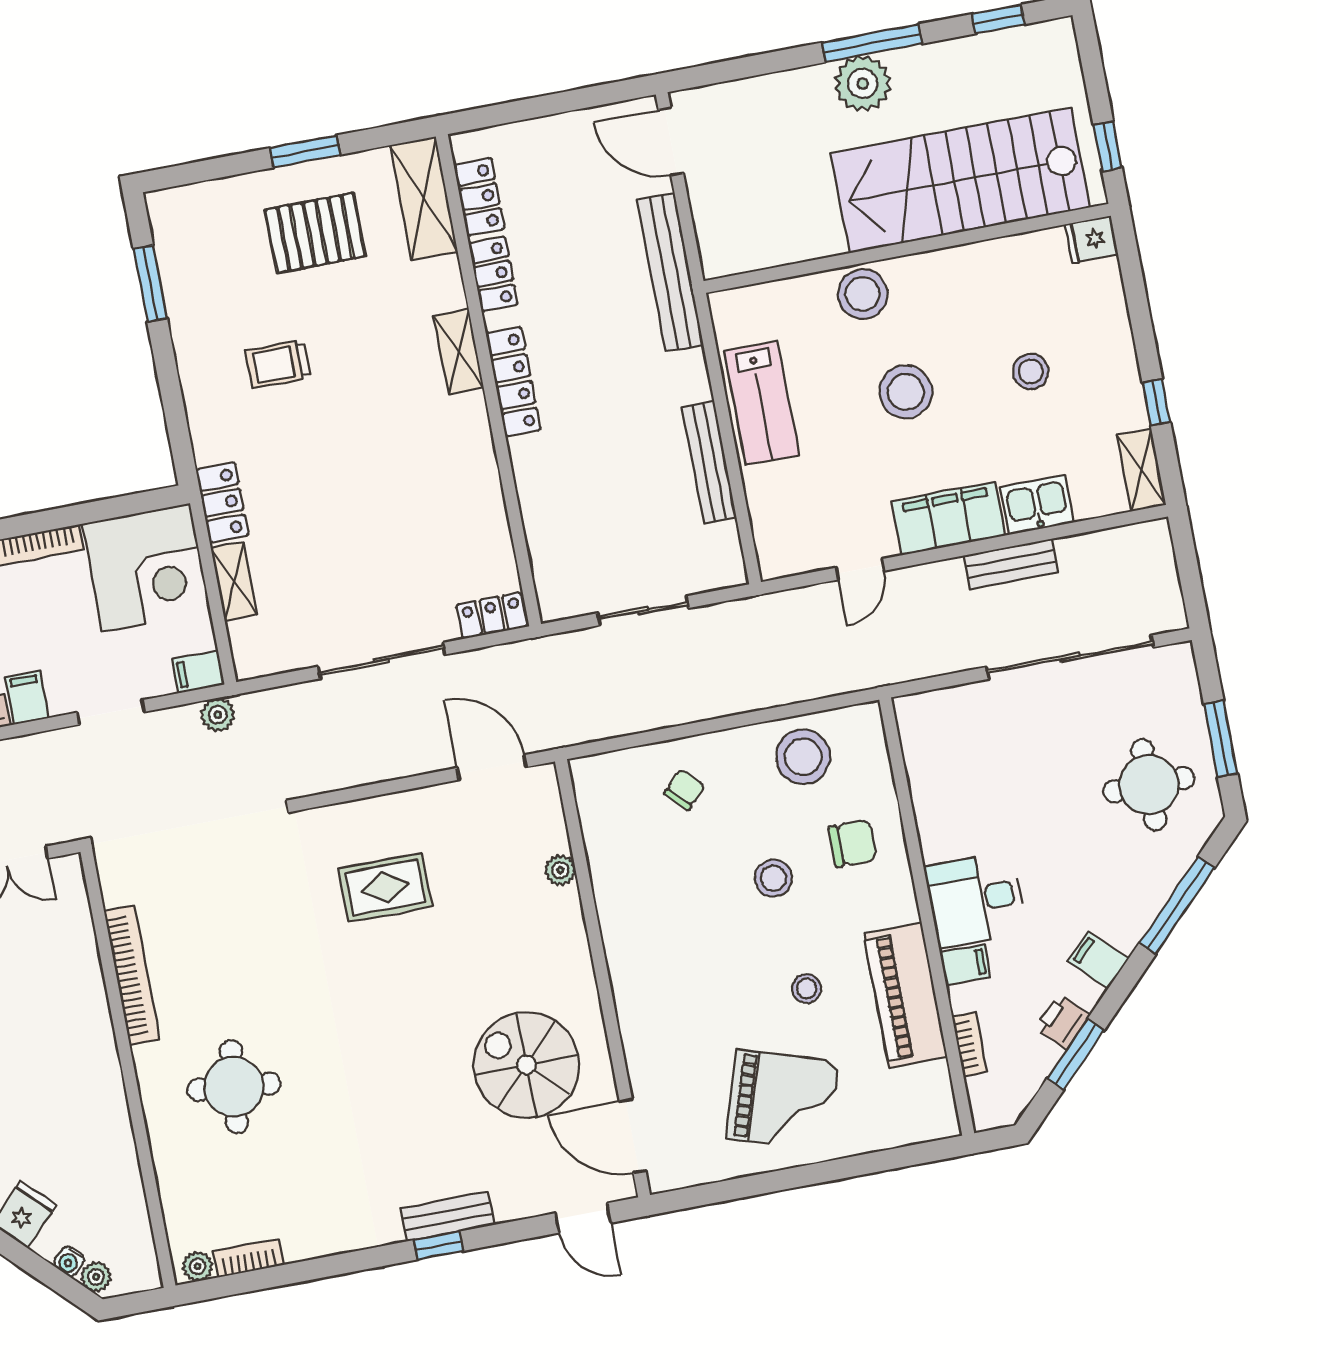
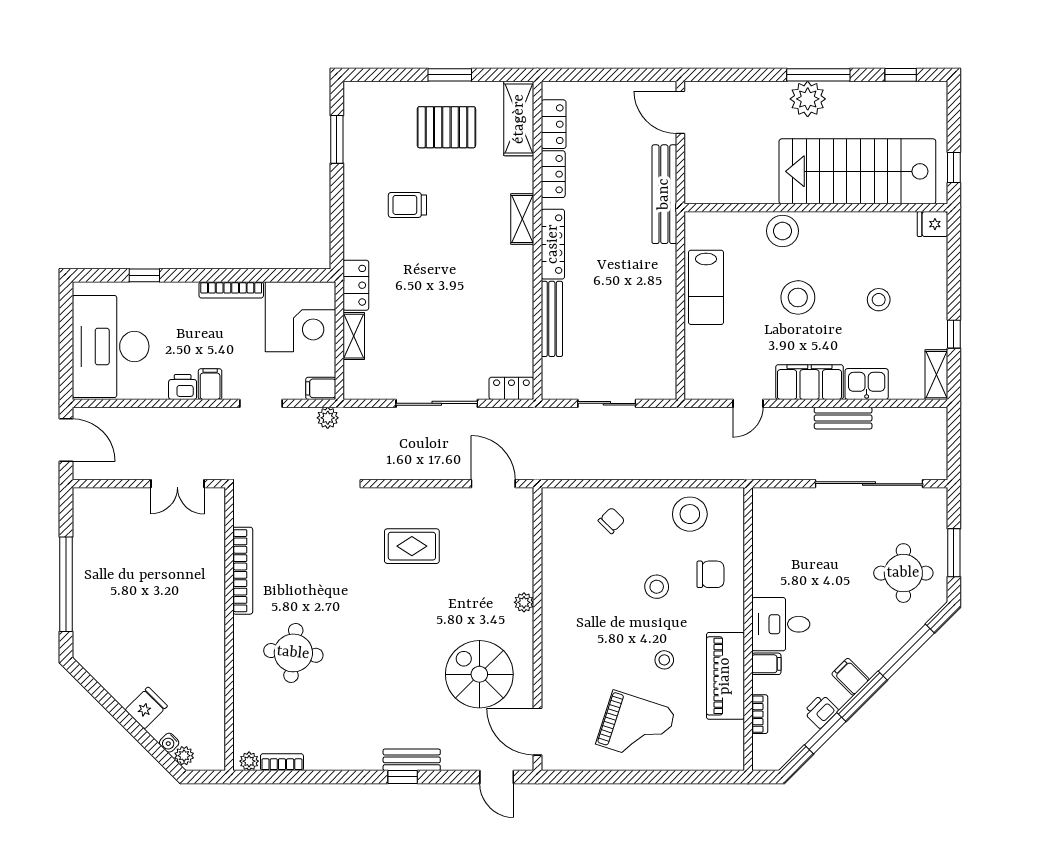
bench: (709, 462) -> (552, 319), moved
plant: (560, 870) -> (524, 602), moved

